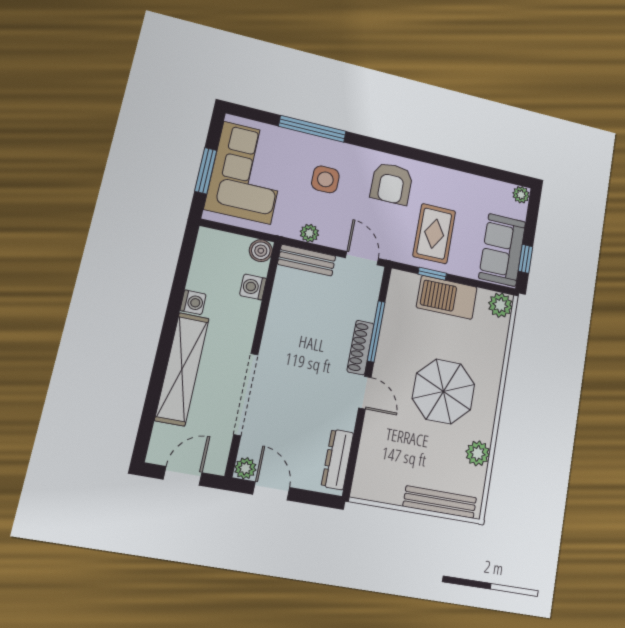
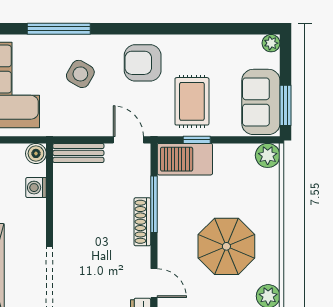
side table: (325, 179) -> (80, 74), turned 30
armchair: (392, 184) -> (143, 63), turned 90
plant: (309, 233) -> (76, 128), removed
window: (526, 259) -> (285, 105), width x1.50
barbecue: (447, 297) -> (185, 159), moved
door: (365, 393) -> (154, 283), moved

